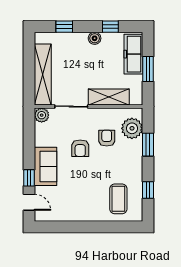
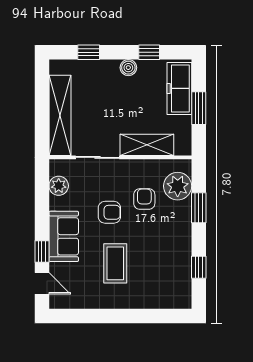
plant: (42, 115) -> (59, 186), moved
armchair: (80, 148) -> (109, 212), turned -90
coffee table: (118, 199) -> (115, 263), moved

